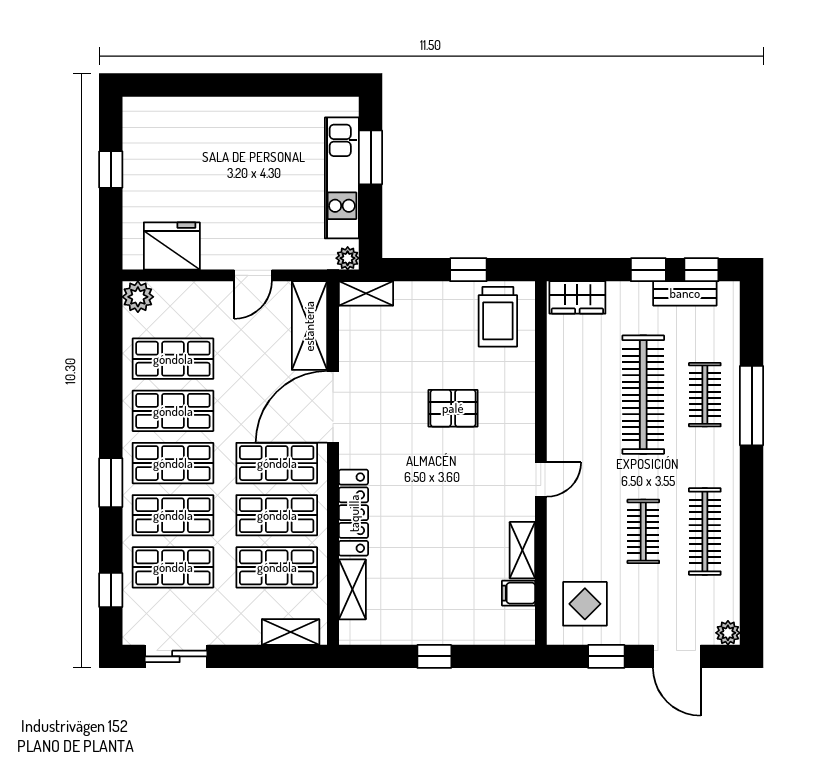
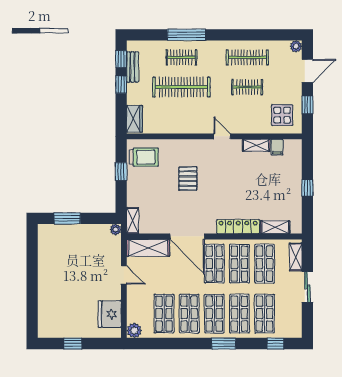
kitchen unit: (342, 178) -> (77, 232), removed
sliding door: (176, 656) -> (307, 287), moved

